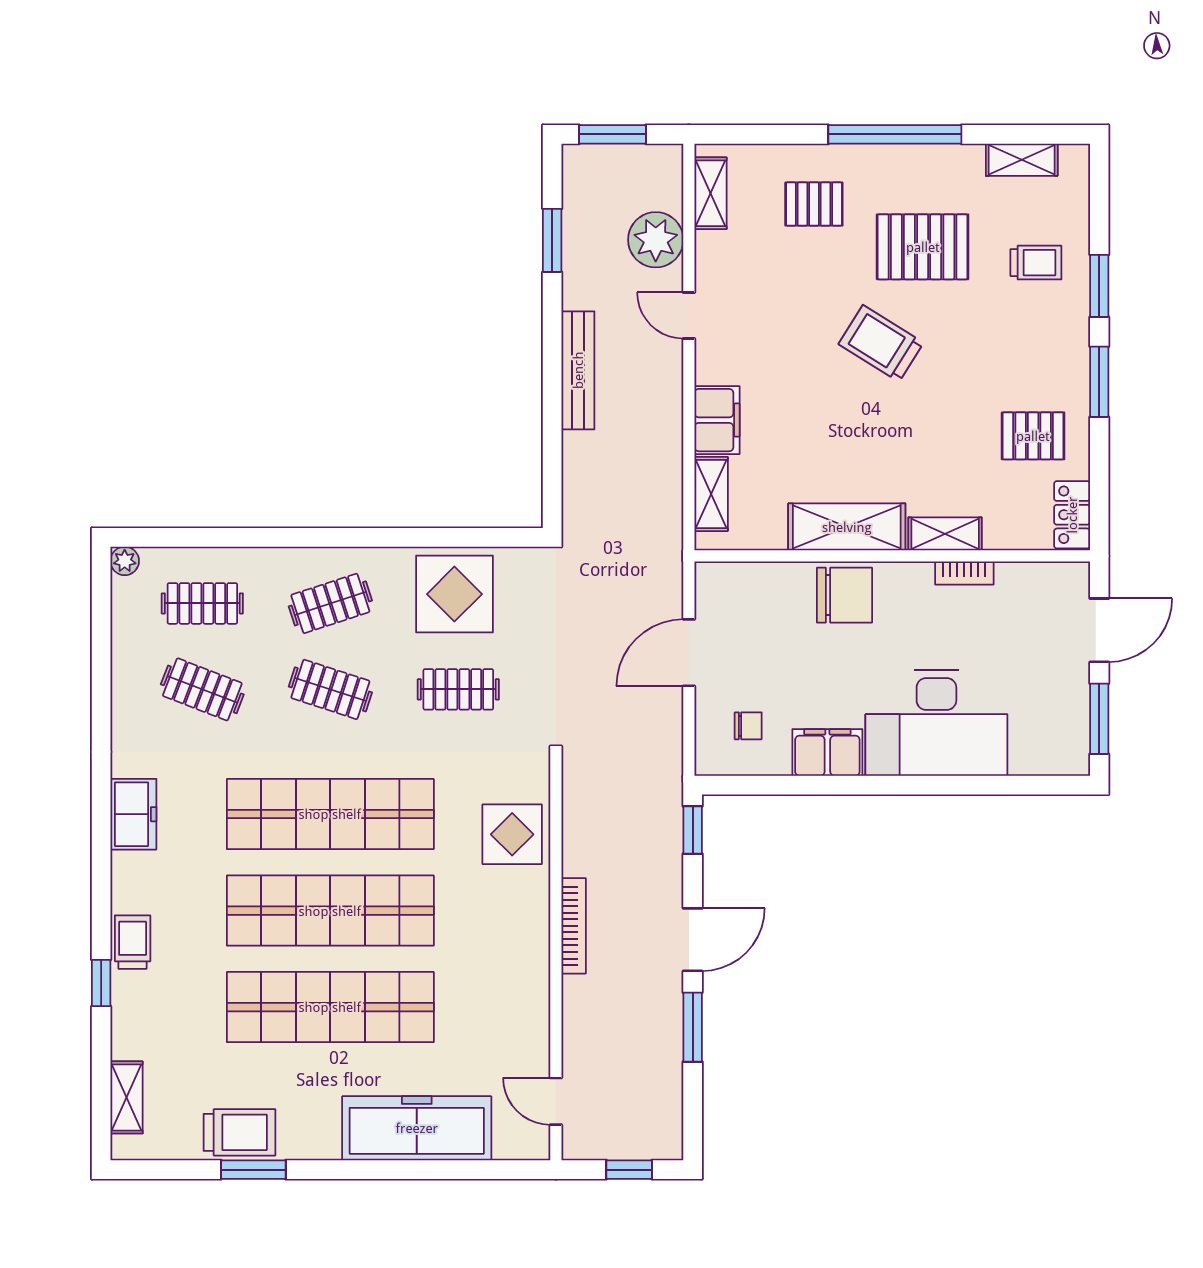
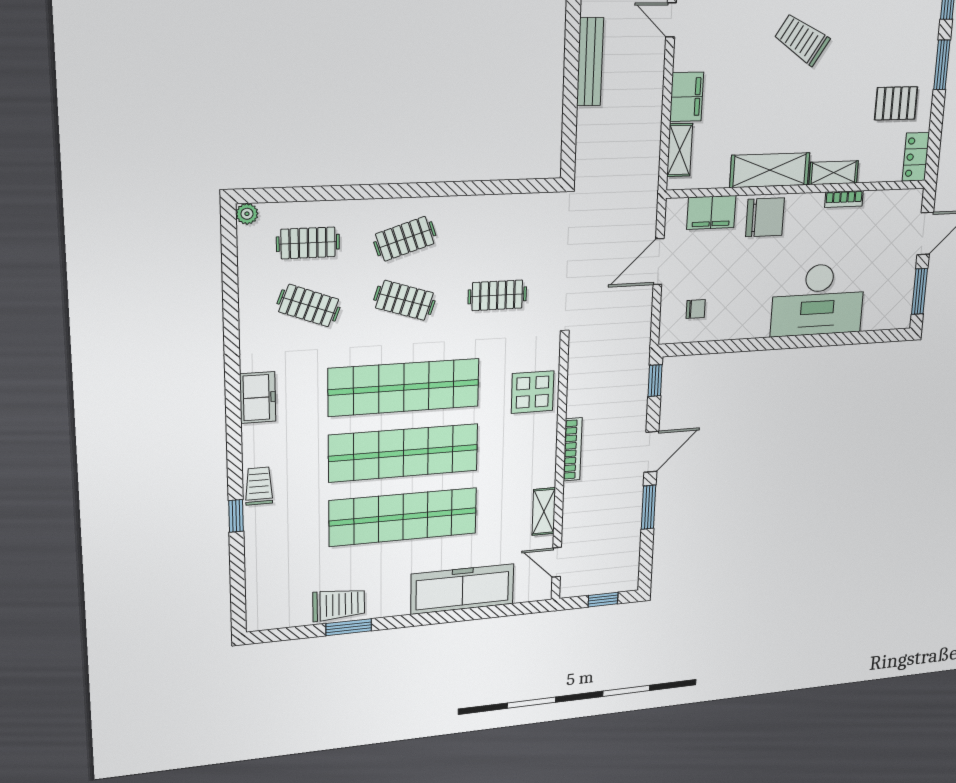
display table: (454, 594) -> (496, 228), removed
filing cabinet: (827, 752) -> (711, 212), moved, turned 180
shelving: (127, 1097) -> (544, 512), moved

